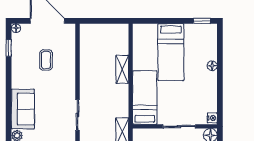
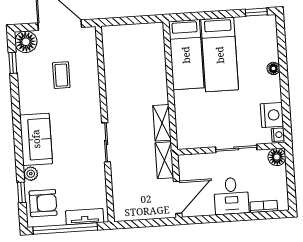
floor lamp: (16, 28) -> (26, 42), width x1.89, depth x1.89
shelving: (122, 69) -> (162, 123), moved
bed: (145, 97) -> (186, 55), moved, turned 180
nightstand: (209, 102) -> (272, 115), added

